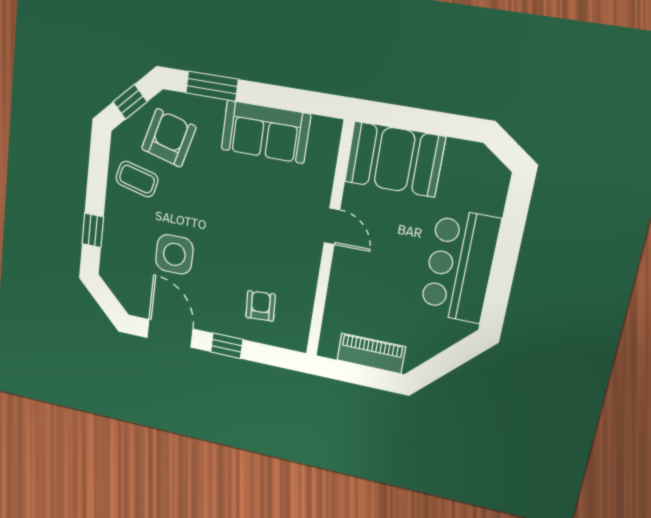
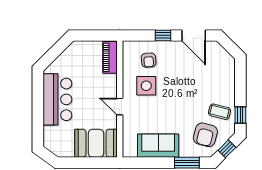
window: (93, 230) -> (240, 115), moved
side table: (174, 254) -> (146, 86), moved
piano: (371, 353) -> (110, 57), moved, turned 90

